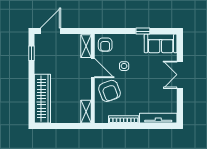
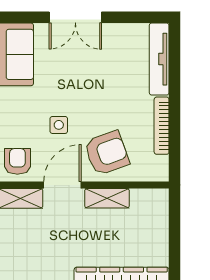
armchair: (105, 45) -> (17, 161), turned -90
shelving: (86, 112) -> (107, 198), moved

